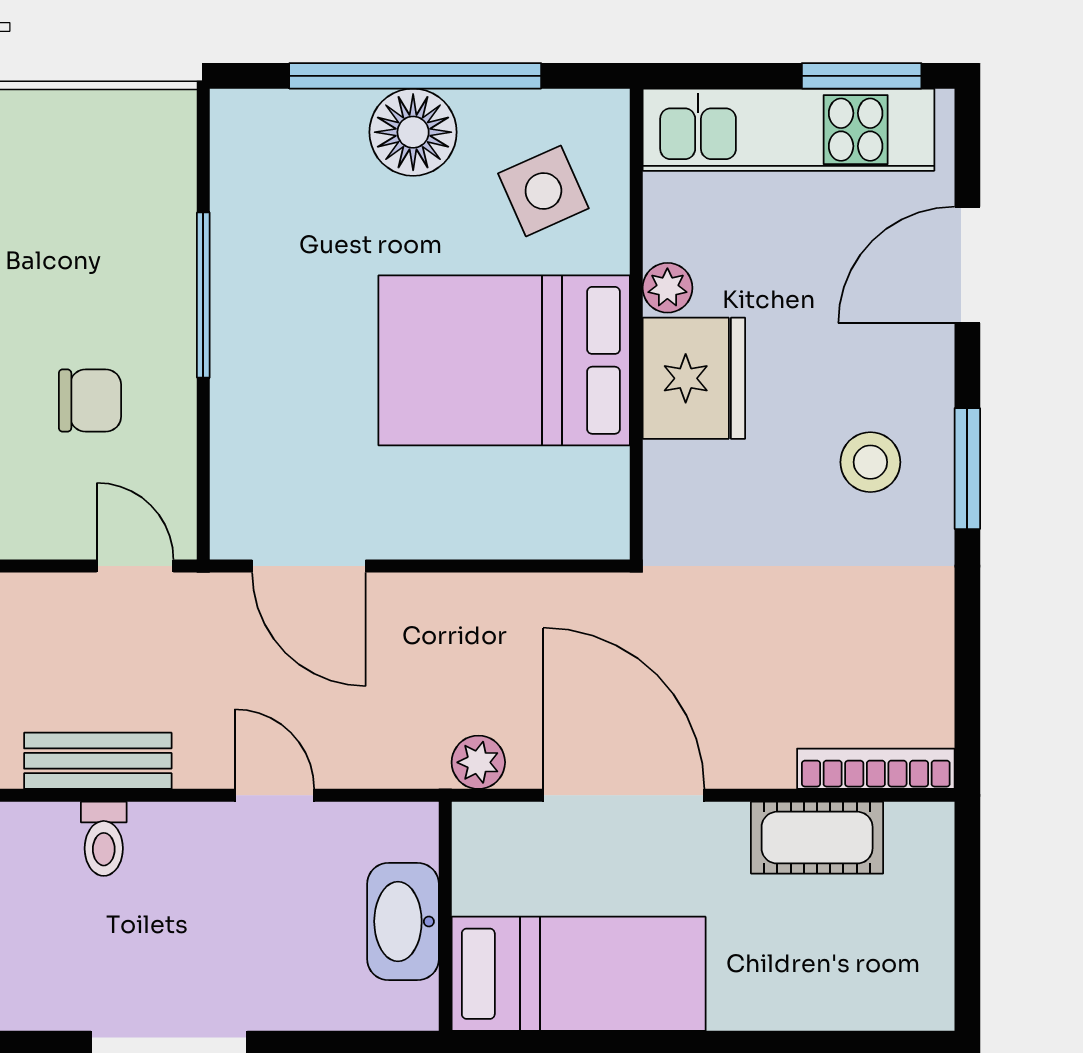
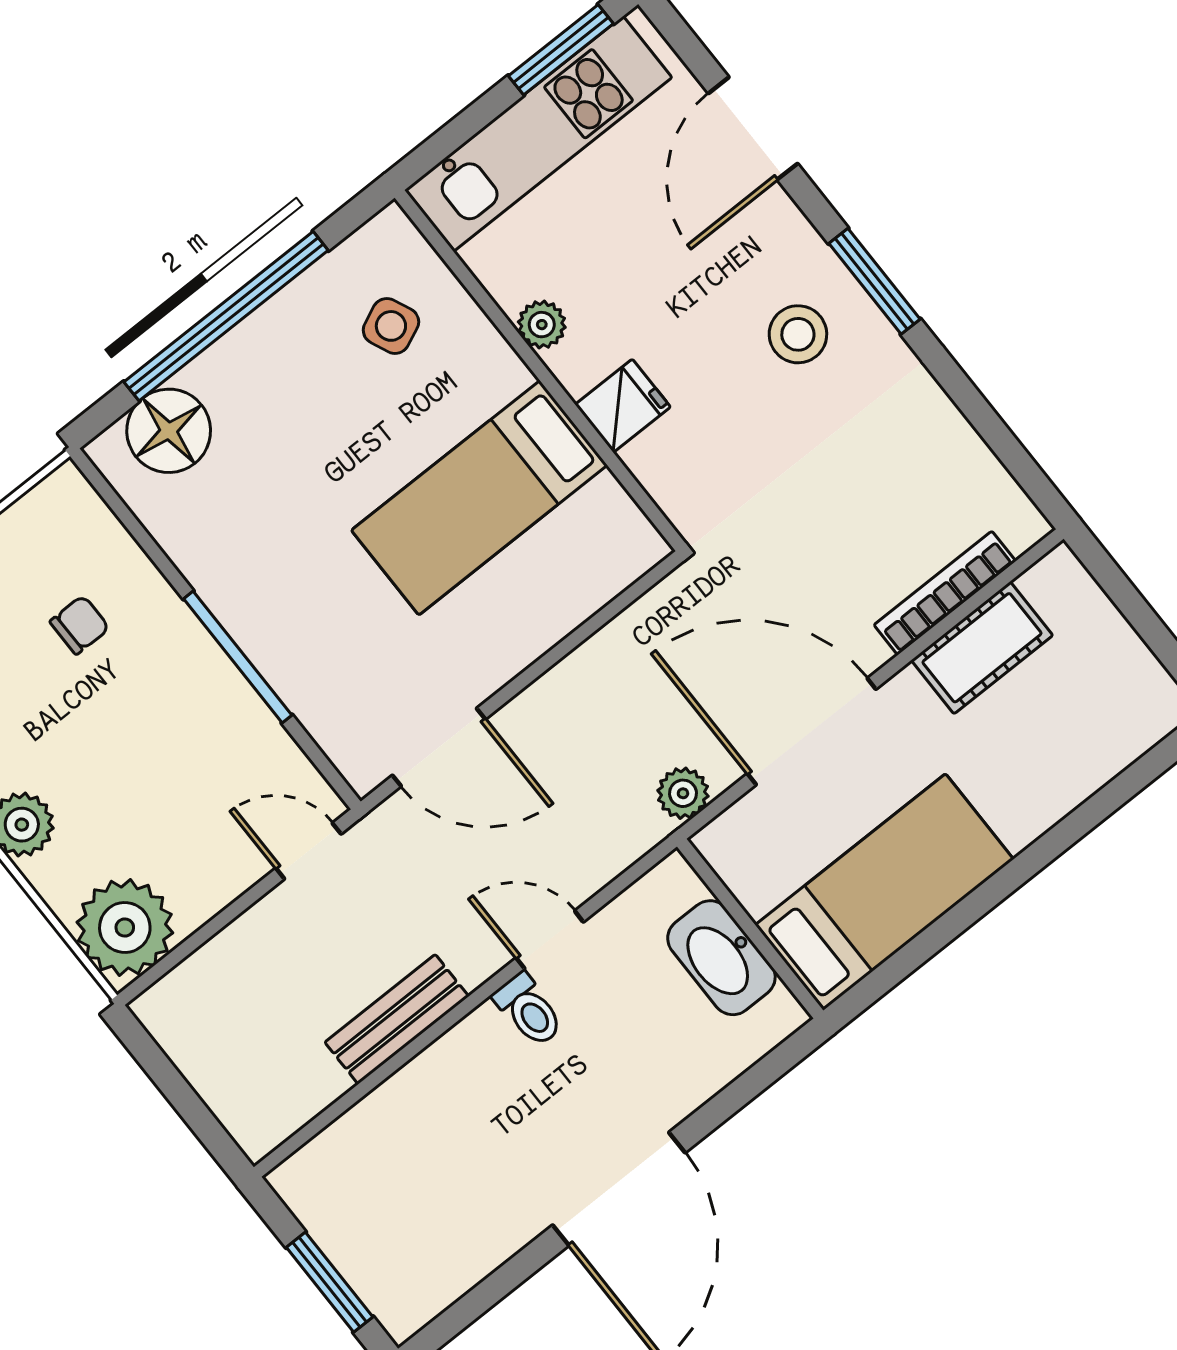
floor lamp: (413, 132) -> (169, 431), moved
side table: (543, 191) -> (391, 326), width x0.73, depth x0.73
window: (203, 295) -> (238, 657), moved
bed: (504, 360) -> (479, 498), width x0.67
fridge: (694, 378) -> (623, 406), width x0.53, depth x0.75
chair: (90, 401) -> (80, 625), moved, width x0.73, depth x0.73
bookcase: (876, 769) -> (945, 593), moved
toilet: (104, 839) -> (529, 1010), moved

